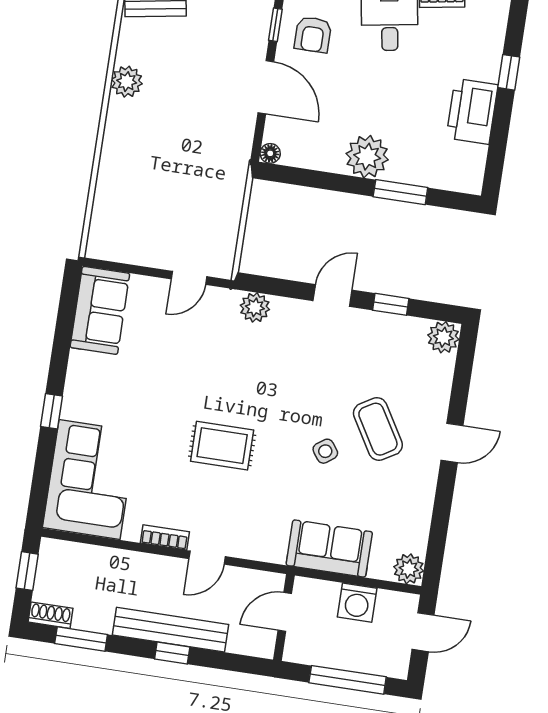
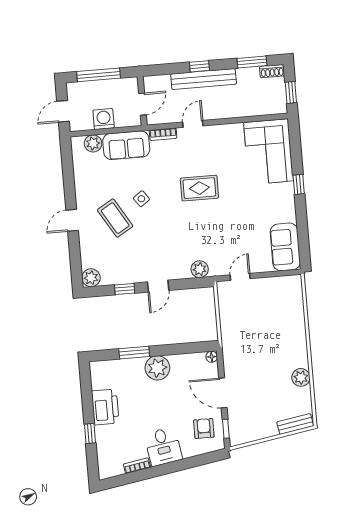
bookcase: (165, 537) -> (163, 134), moved
plant: (409, 569) -> (93, 143), moved

